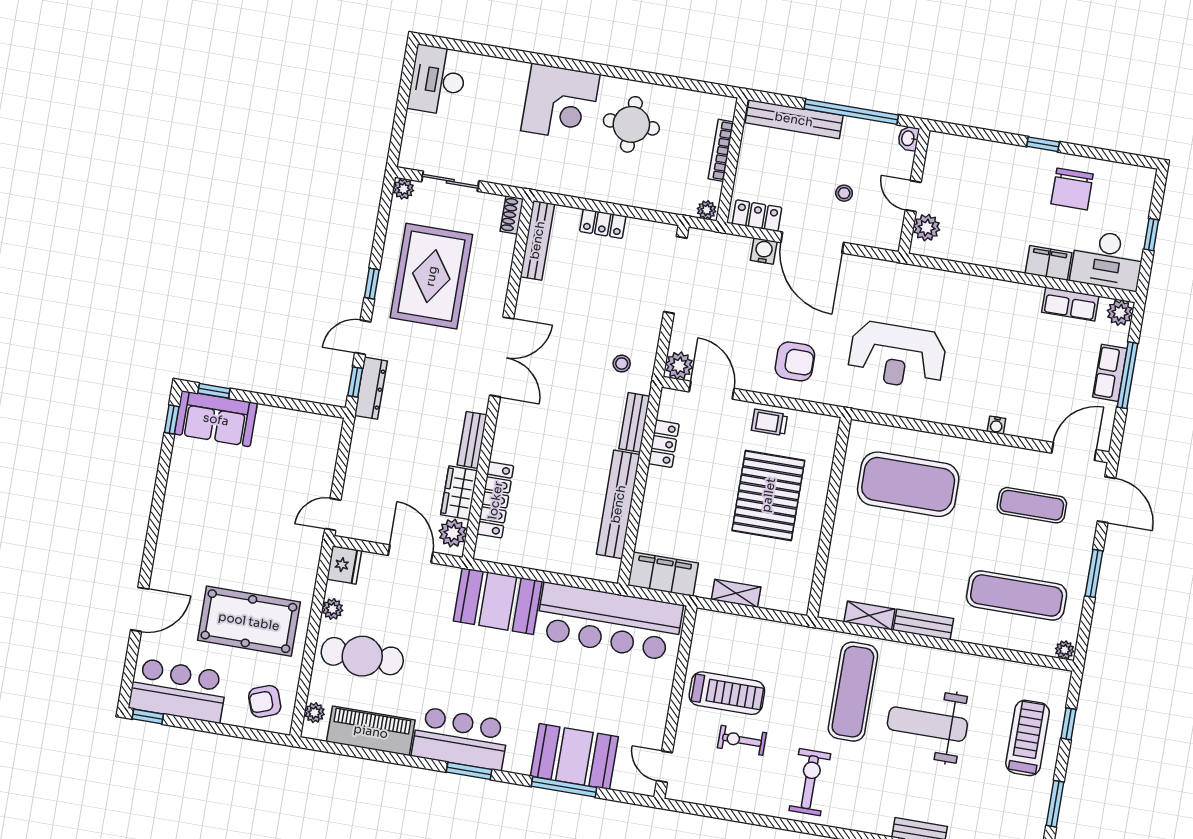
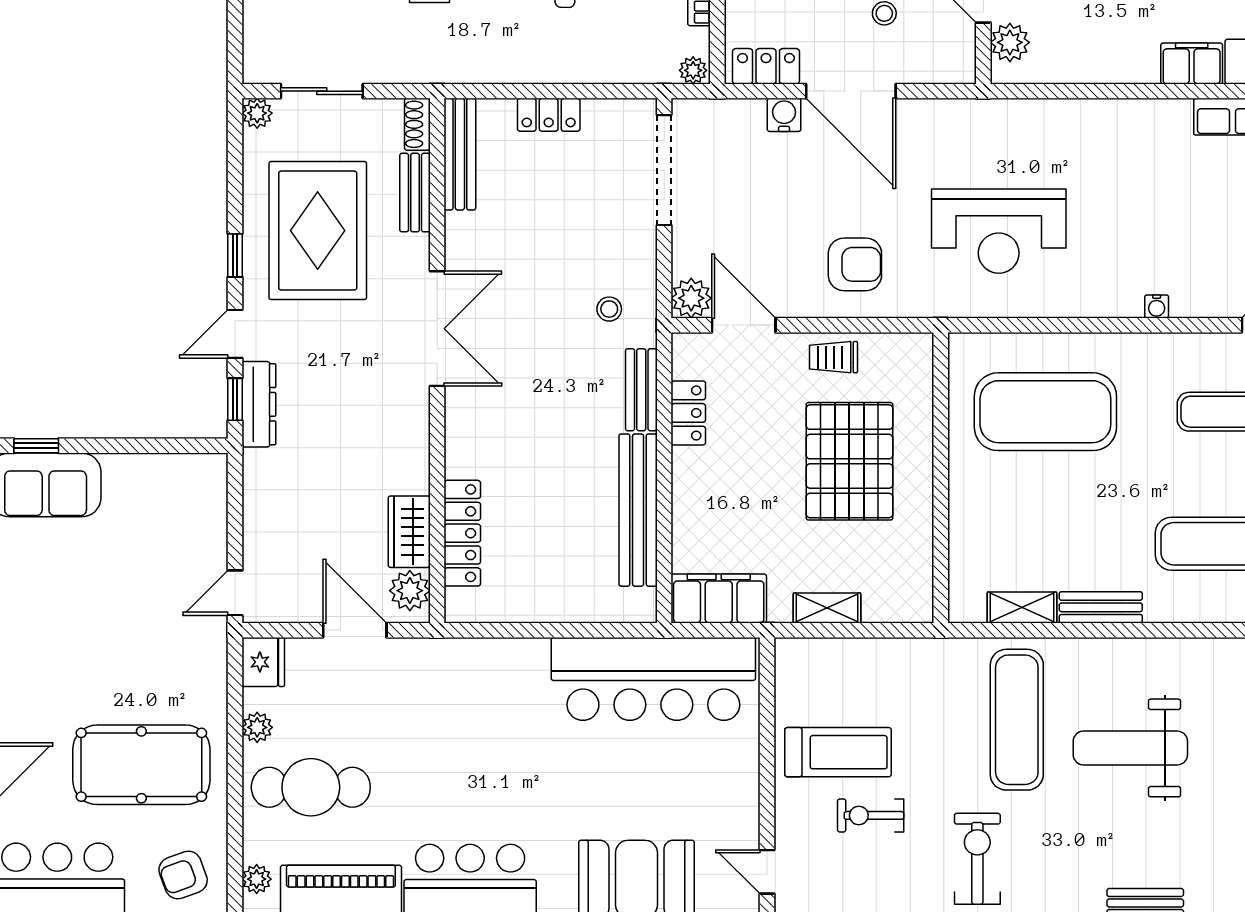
bench: (472, 440) -> (415, 193), moved
booth: (498, 601) -> (490, 676), removed

